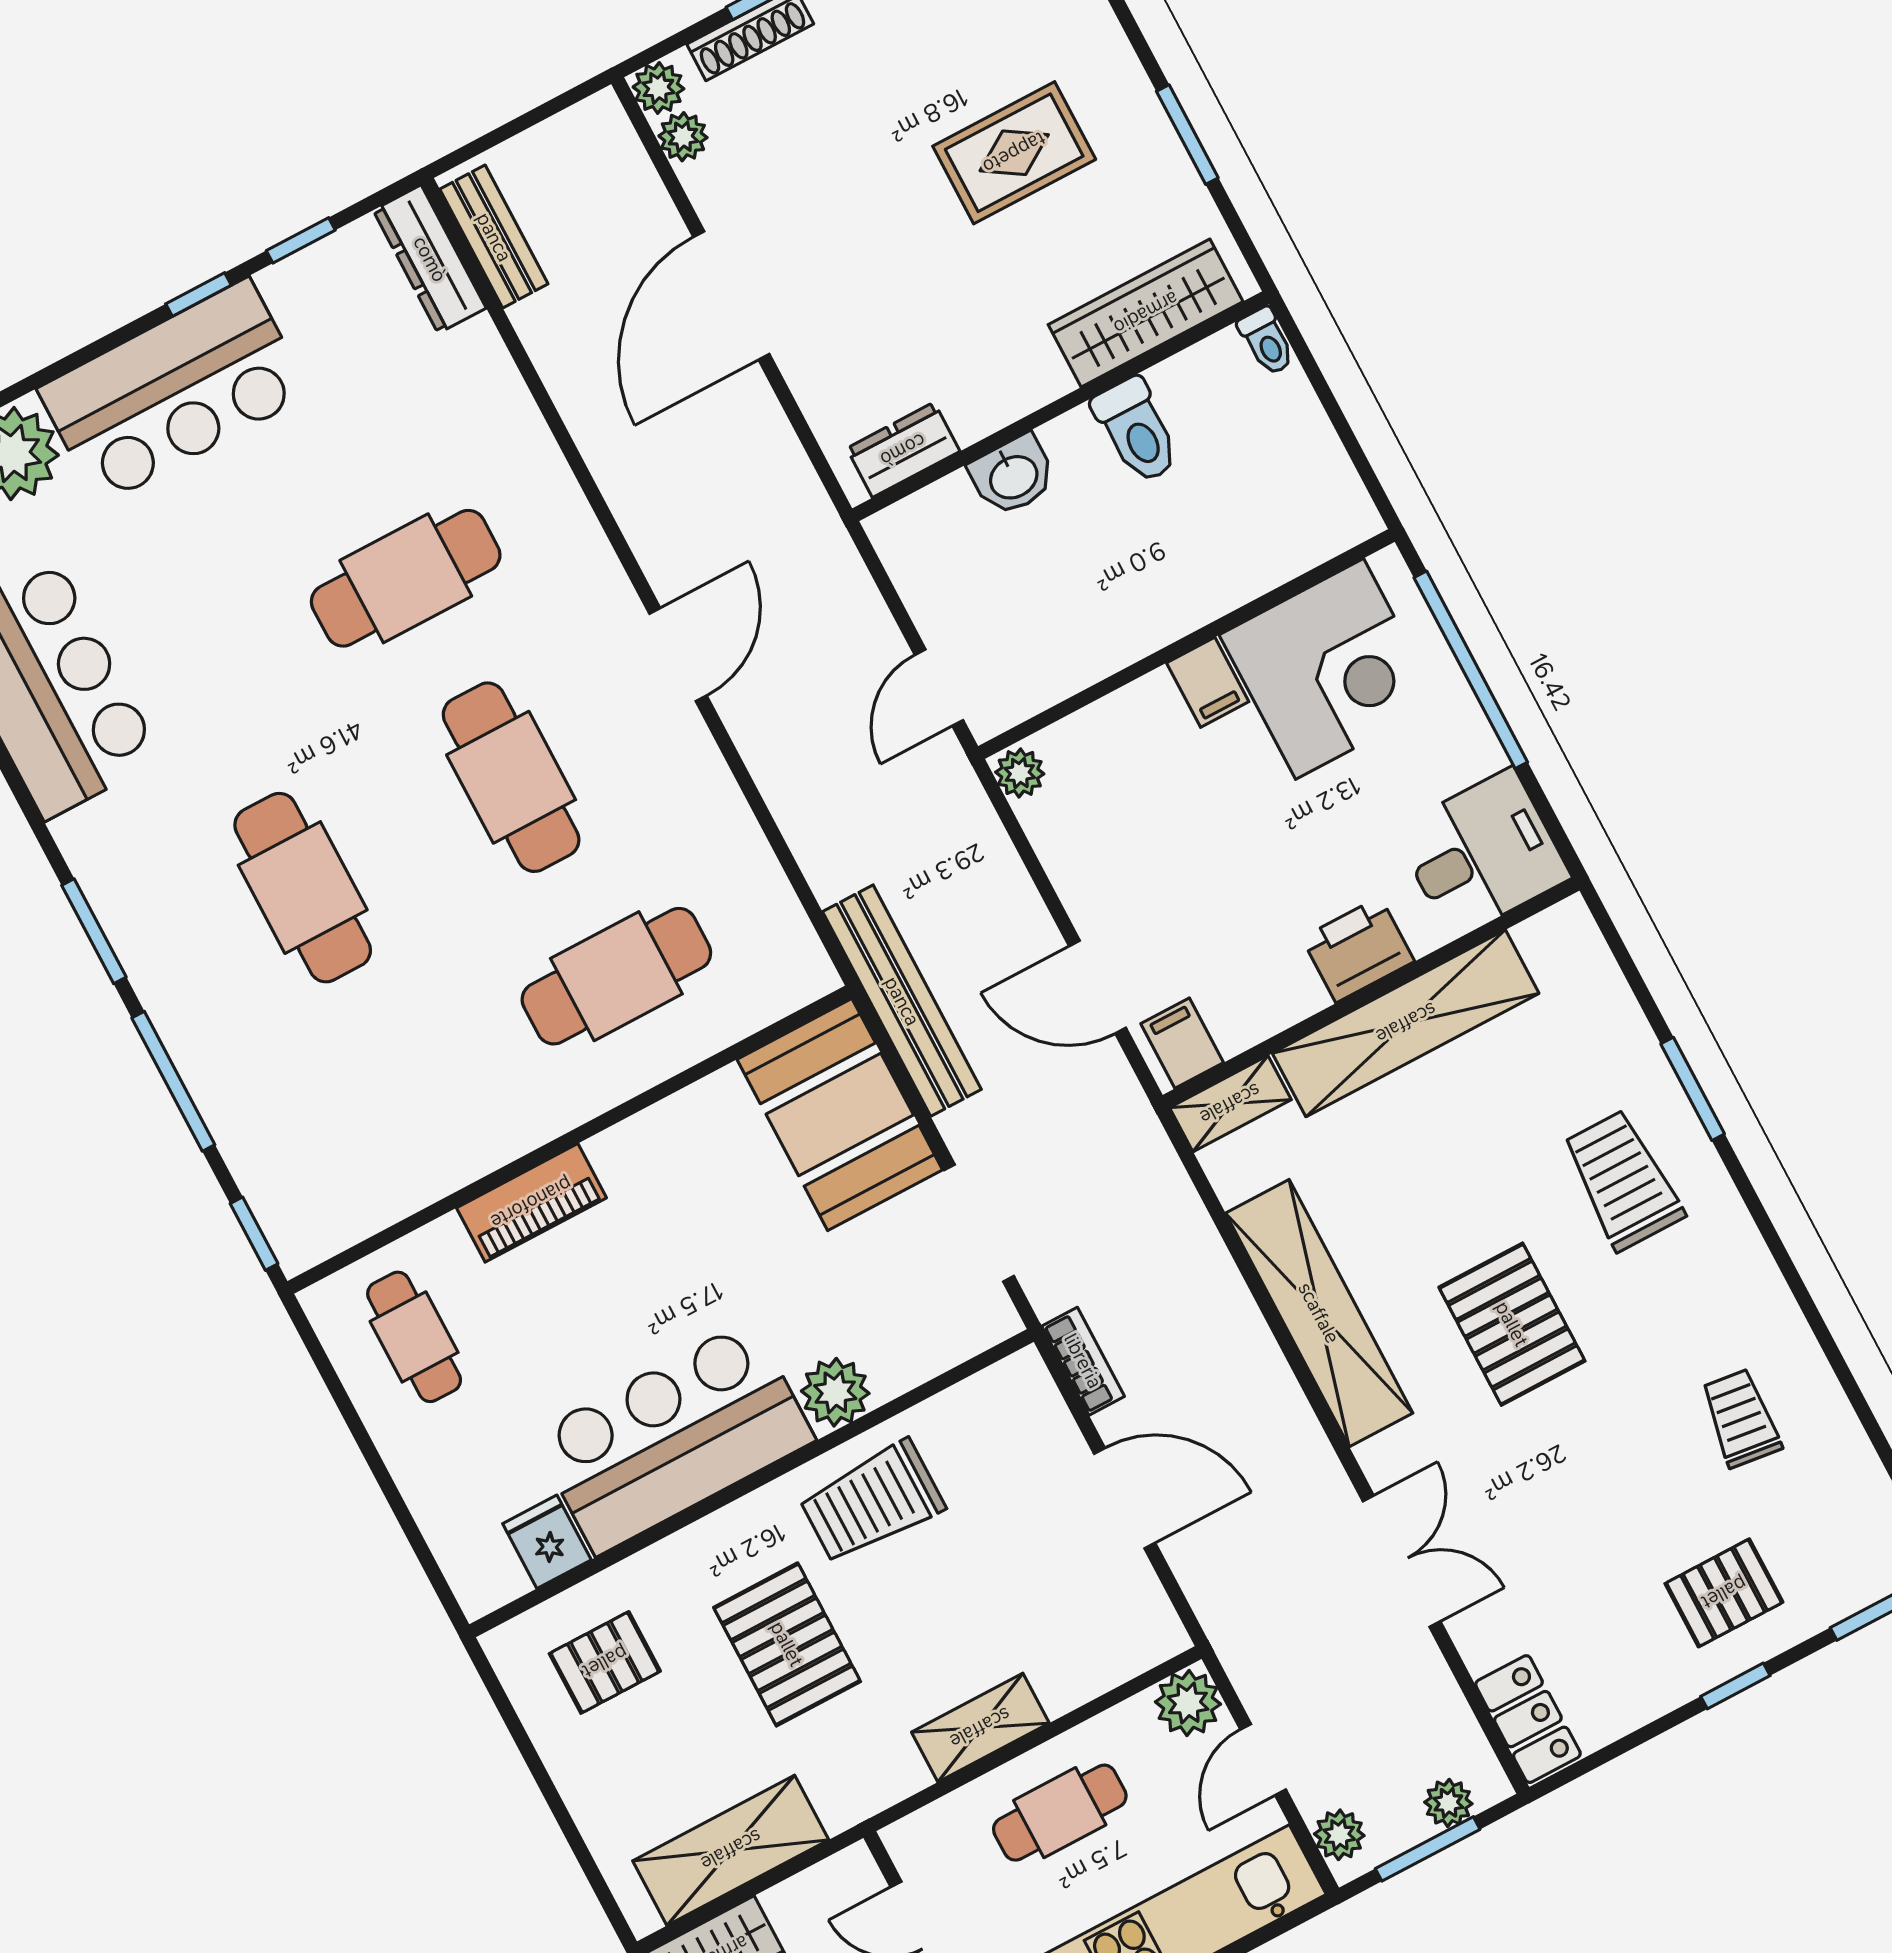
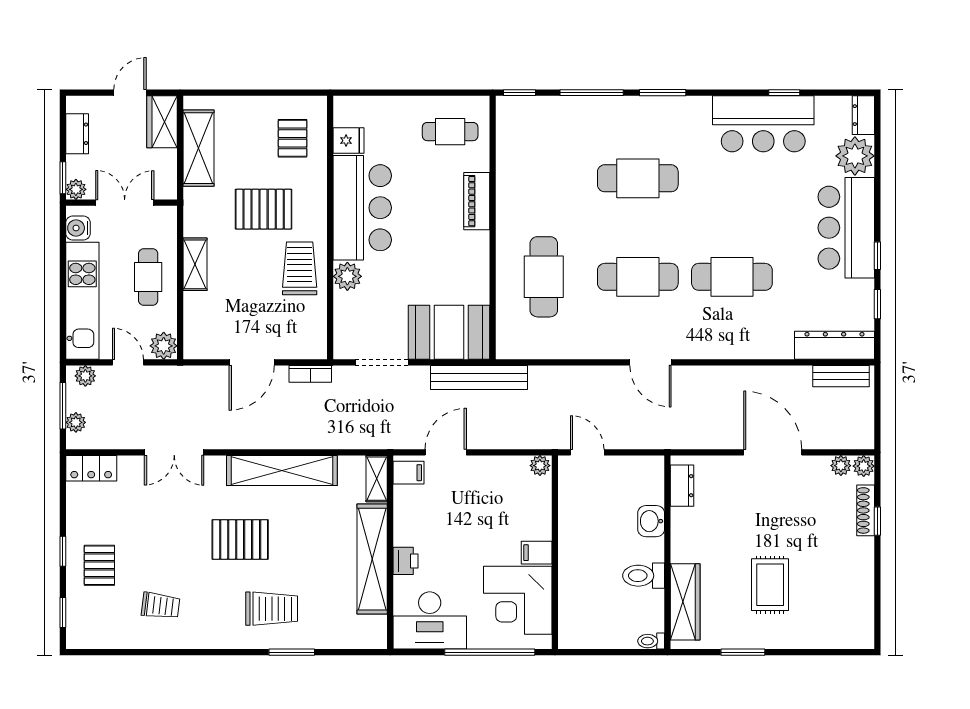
dresser: (430, 259) -> (834, 345), width x1.37, depth x1.24
cafe table: (406, 578) -> (732, 277), turned 90
desk: (1482, 854) -> (430, 620), width x1.37
printer: (1358, 950) -> (406, 561), width x0.73, depth x0.81

